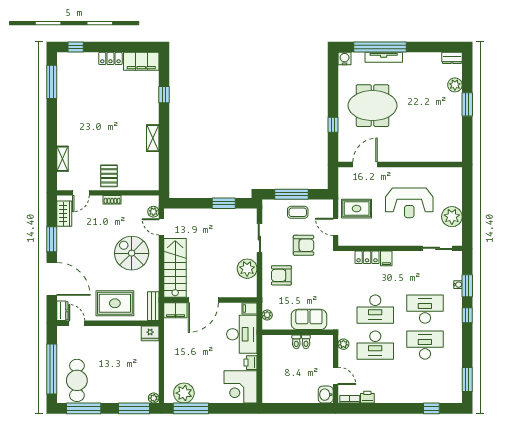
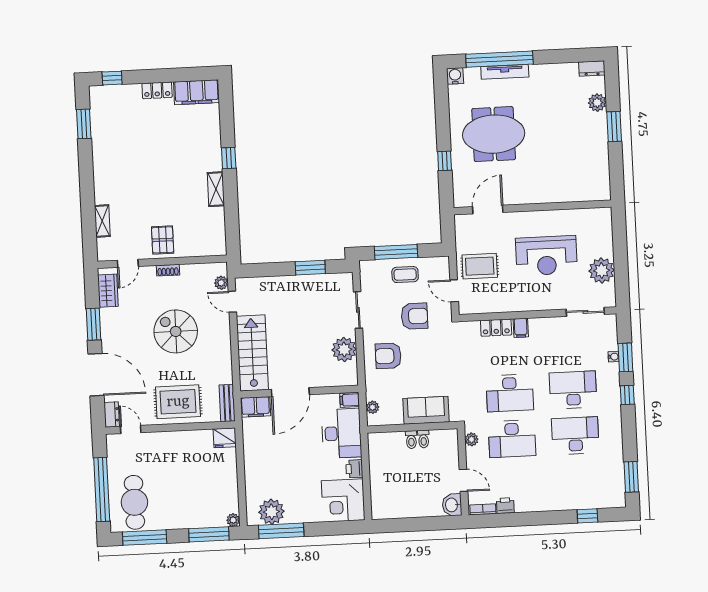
window: (52, 82) -> (84, 124), width x0.69
window: (164, 95) -> (229, 158), moved
spiral stairs: (132, 253) -> (176, 331), moved

